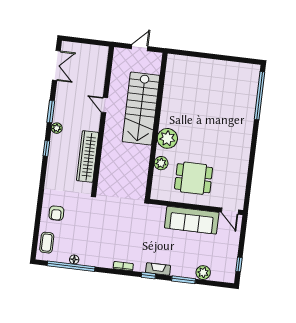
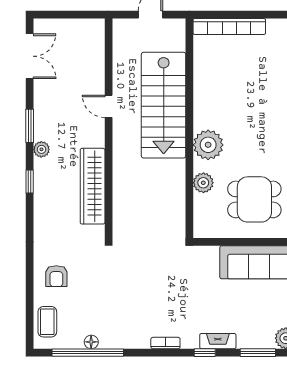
bookcase: (191, 62) -> (229, 26), added

